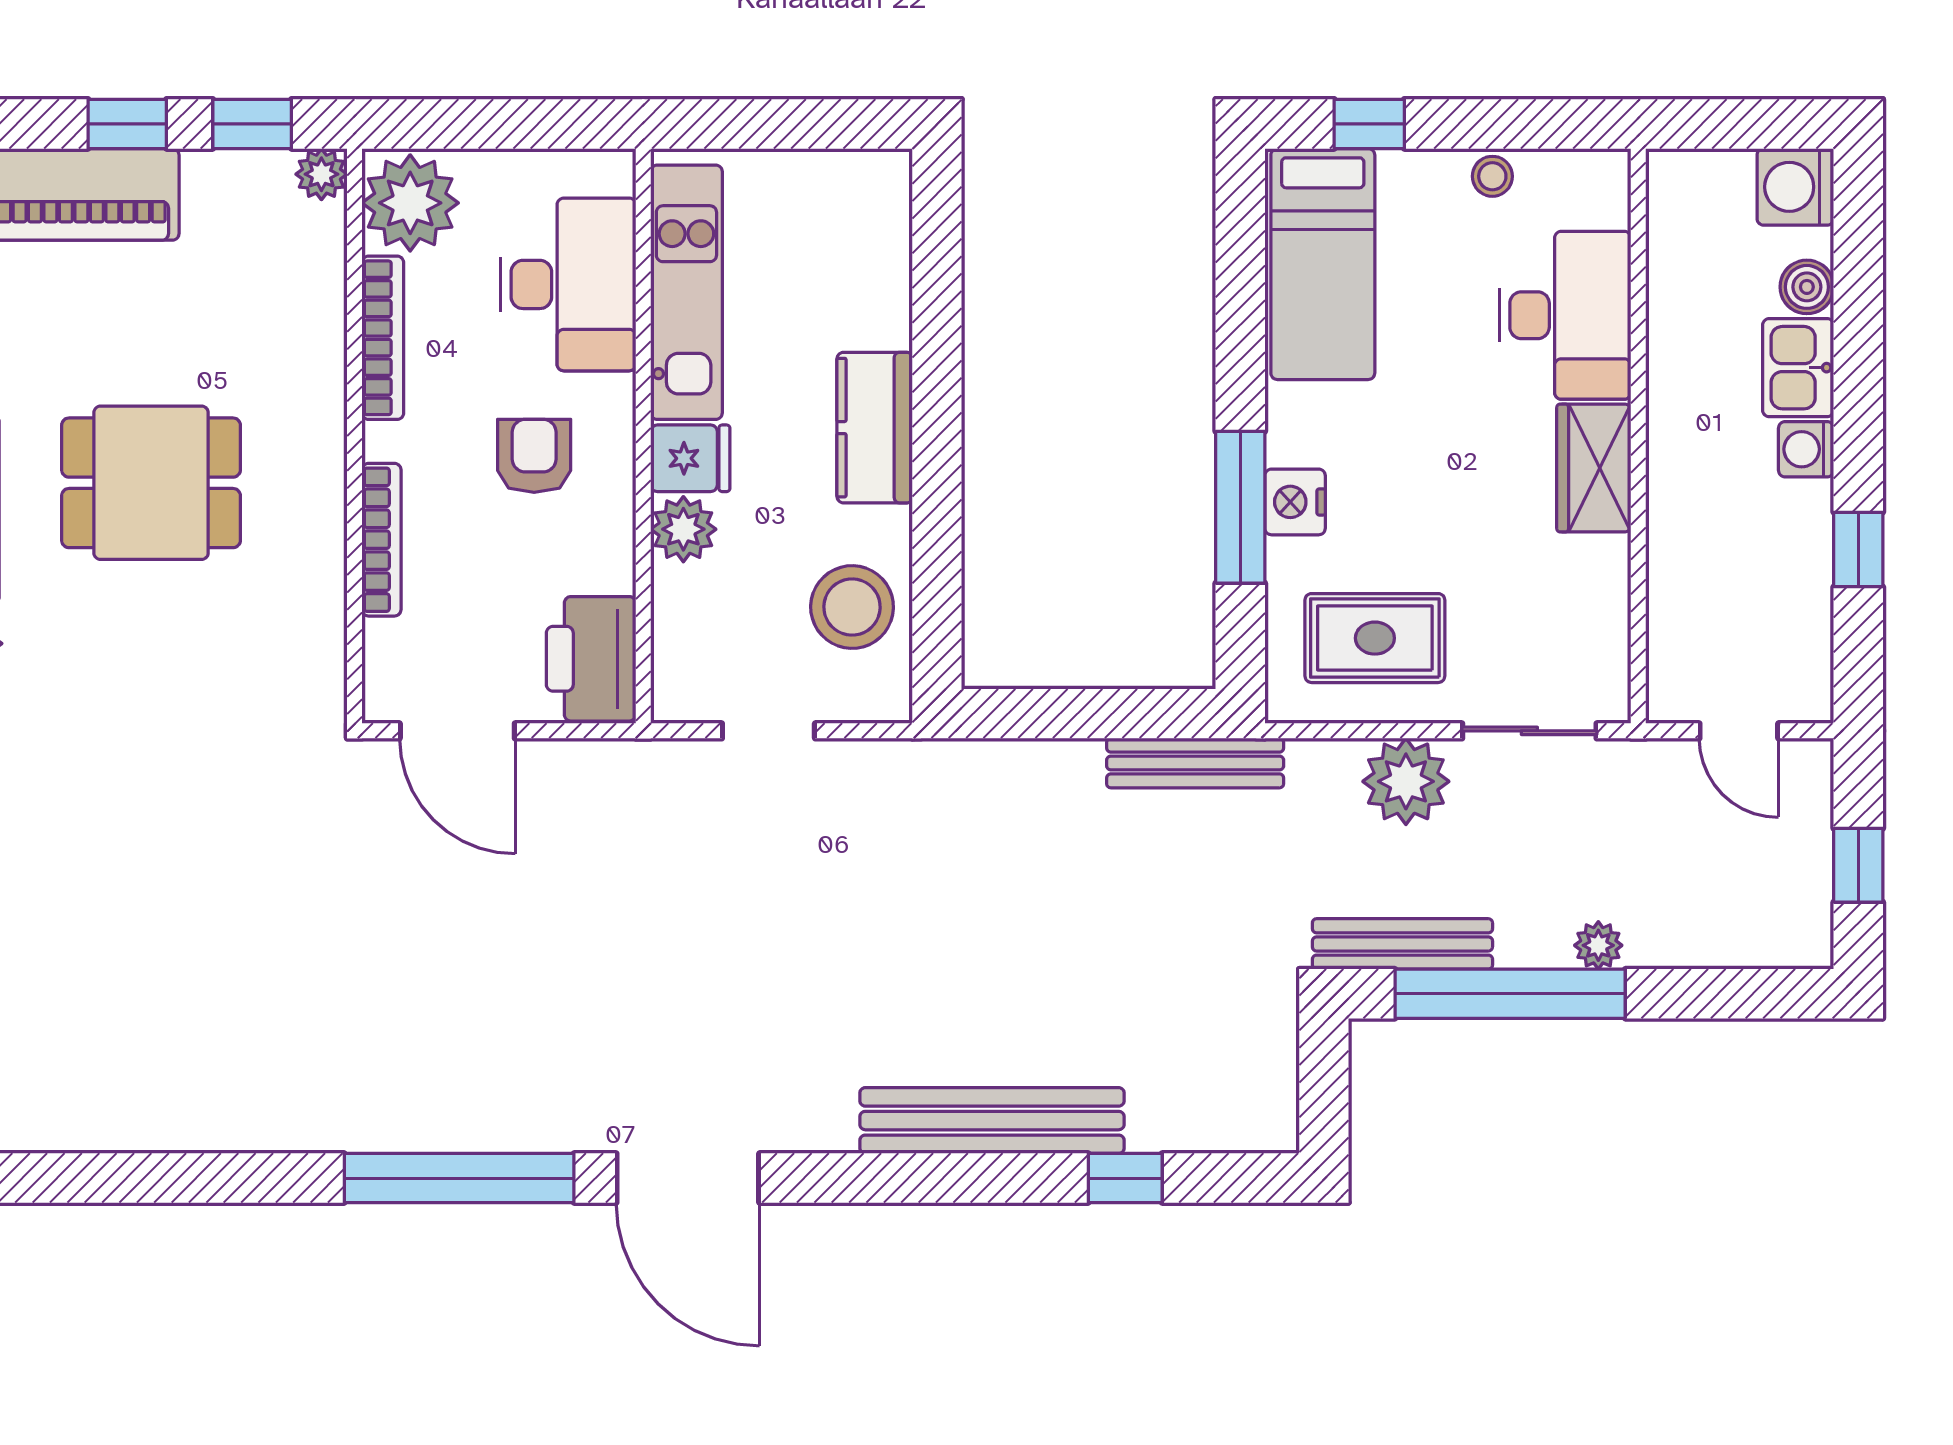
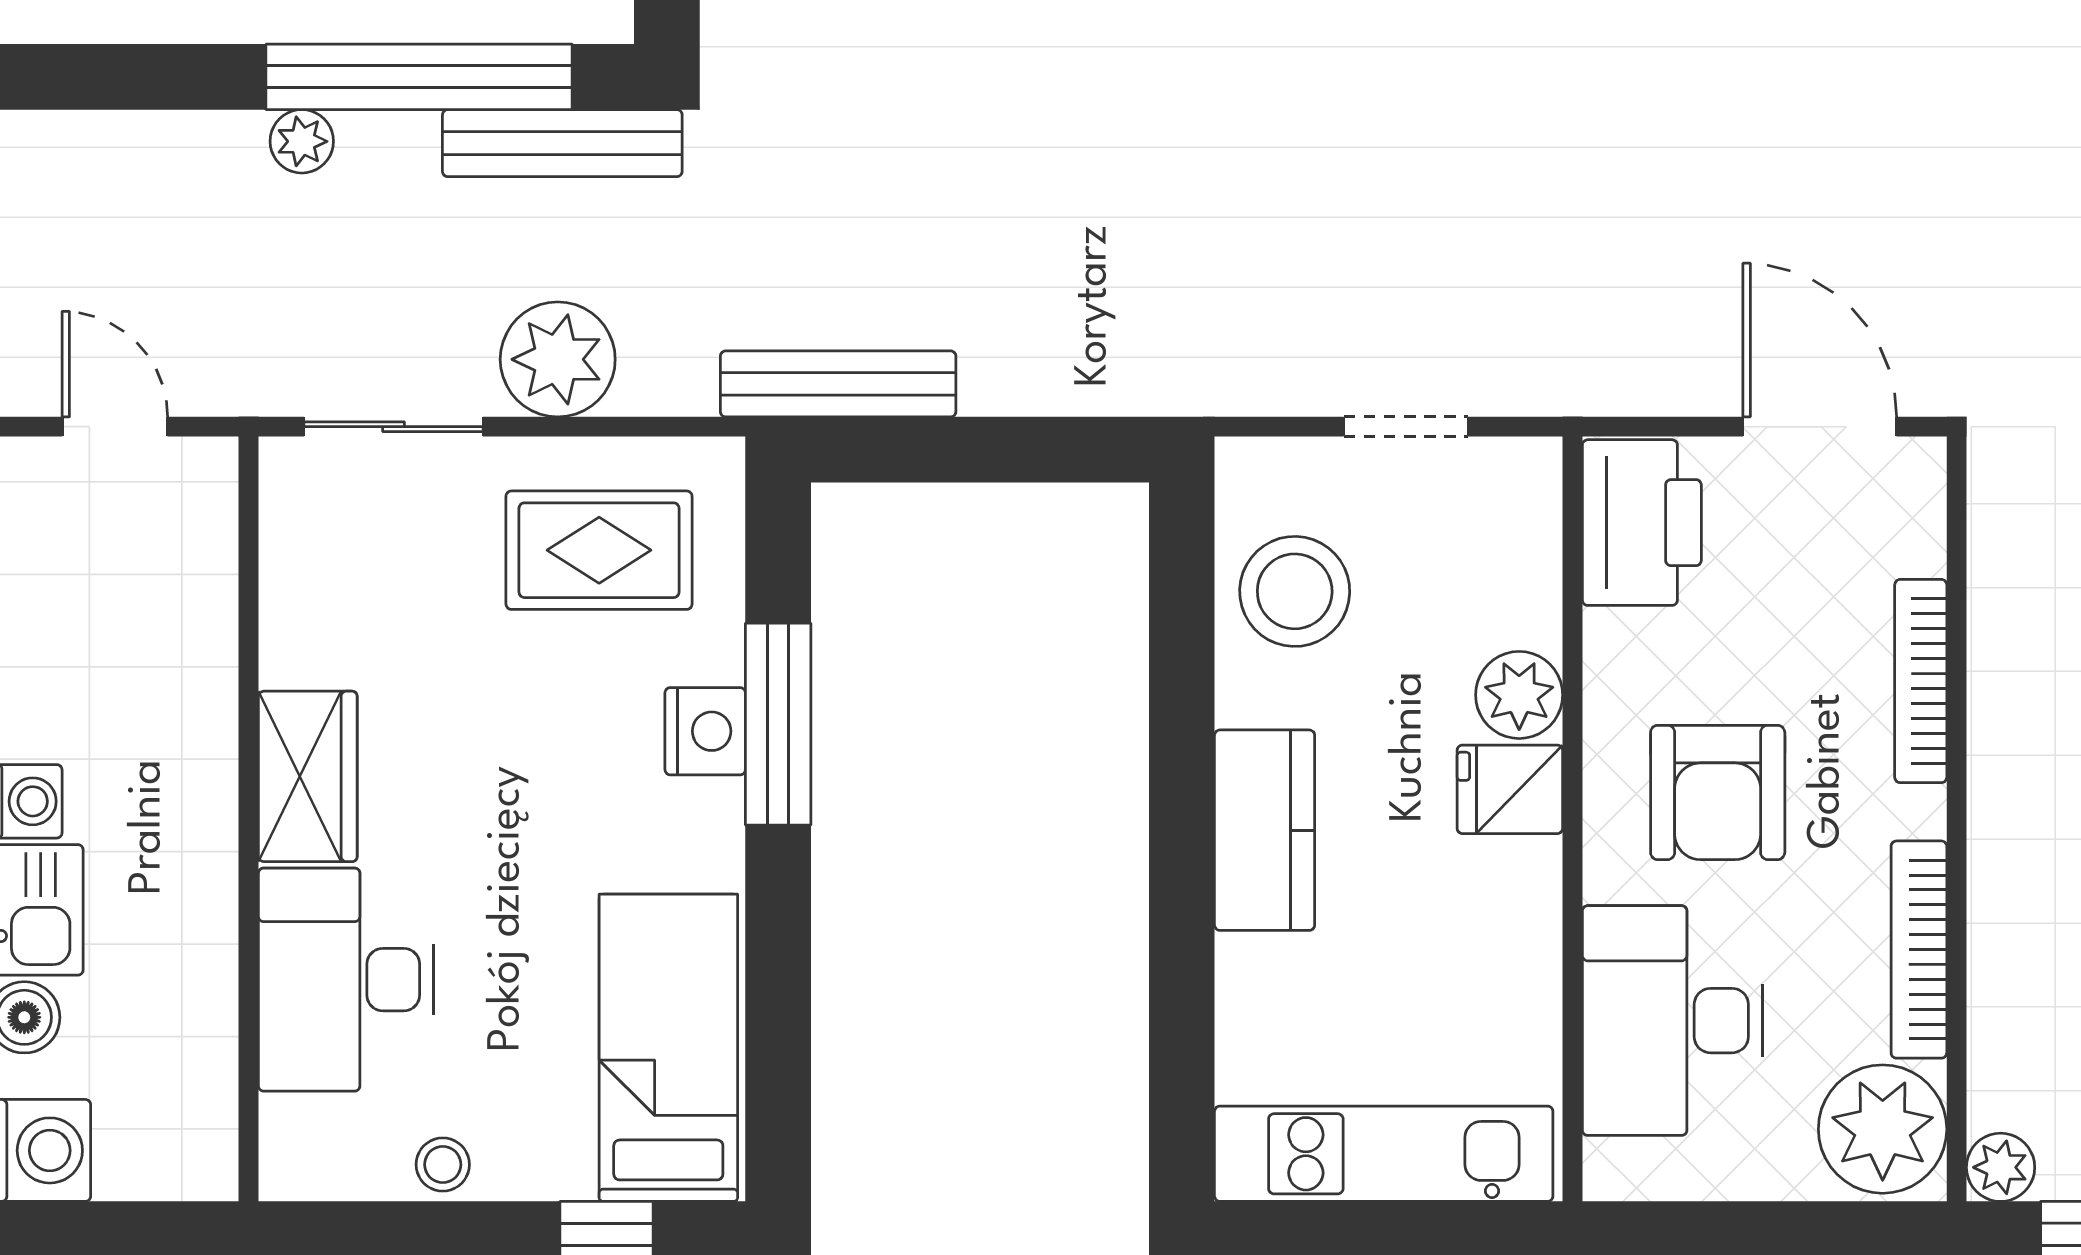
kitchen unit: (686, 292) -> (1384, 1154), moved, turned 90
armchair: (534, 456) -> (1718, 792), width x1.38, depth x1.38

